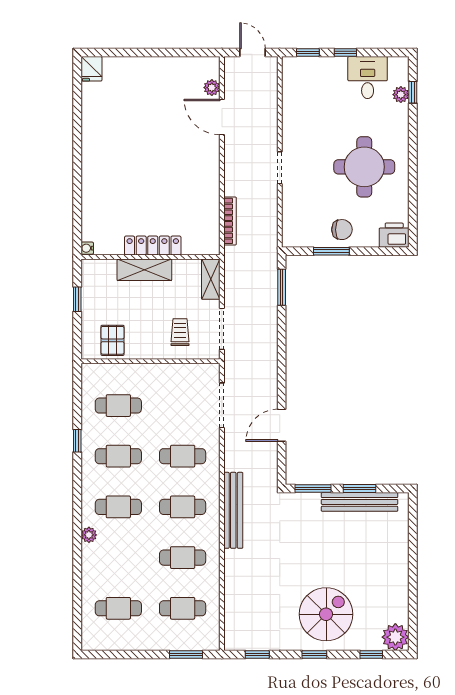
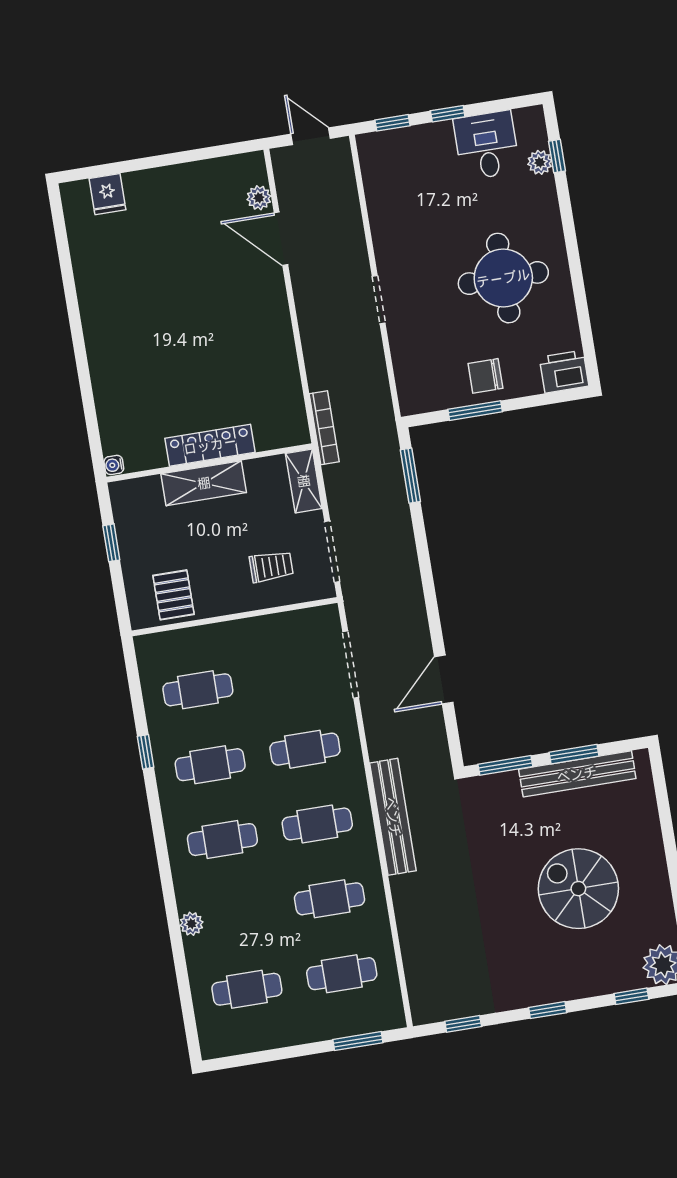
fridge: (91, 69) -> (107, 194), moved
bookcase: (230, 221) -> (324, 428), moved
chair: (342, 230) -> (485, 376), turned 180
trolley: (180, 332) -> (271, 567), turned 90
plant: (89, 535) -> (191, 924), moved
spiral stairs: (326, 614) -> (578, 889), moved, turned -90

